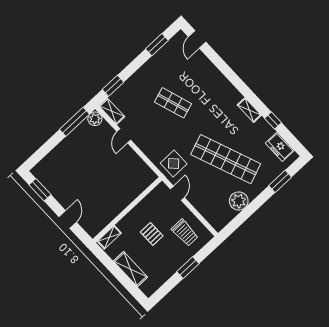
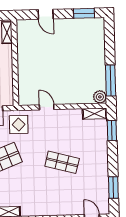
shop shelf: (173, 103) -> (62, 162), turned 33
door: (124, 136) -> (47, 107), moved

